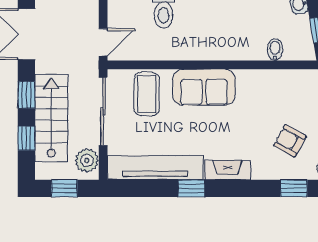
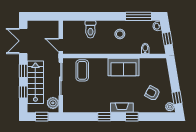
stool: (223, 20) -> (120, 34), added
door: (103, 42) -> (61, 45), swing flipped
sofa: (204, 87) -> (124, 67), moved
tv unit: (155, 168) -> (86, 106), removed
window: (294, 188) -> (132, 117), moved

